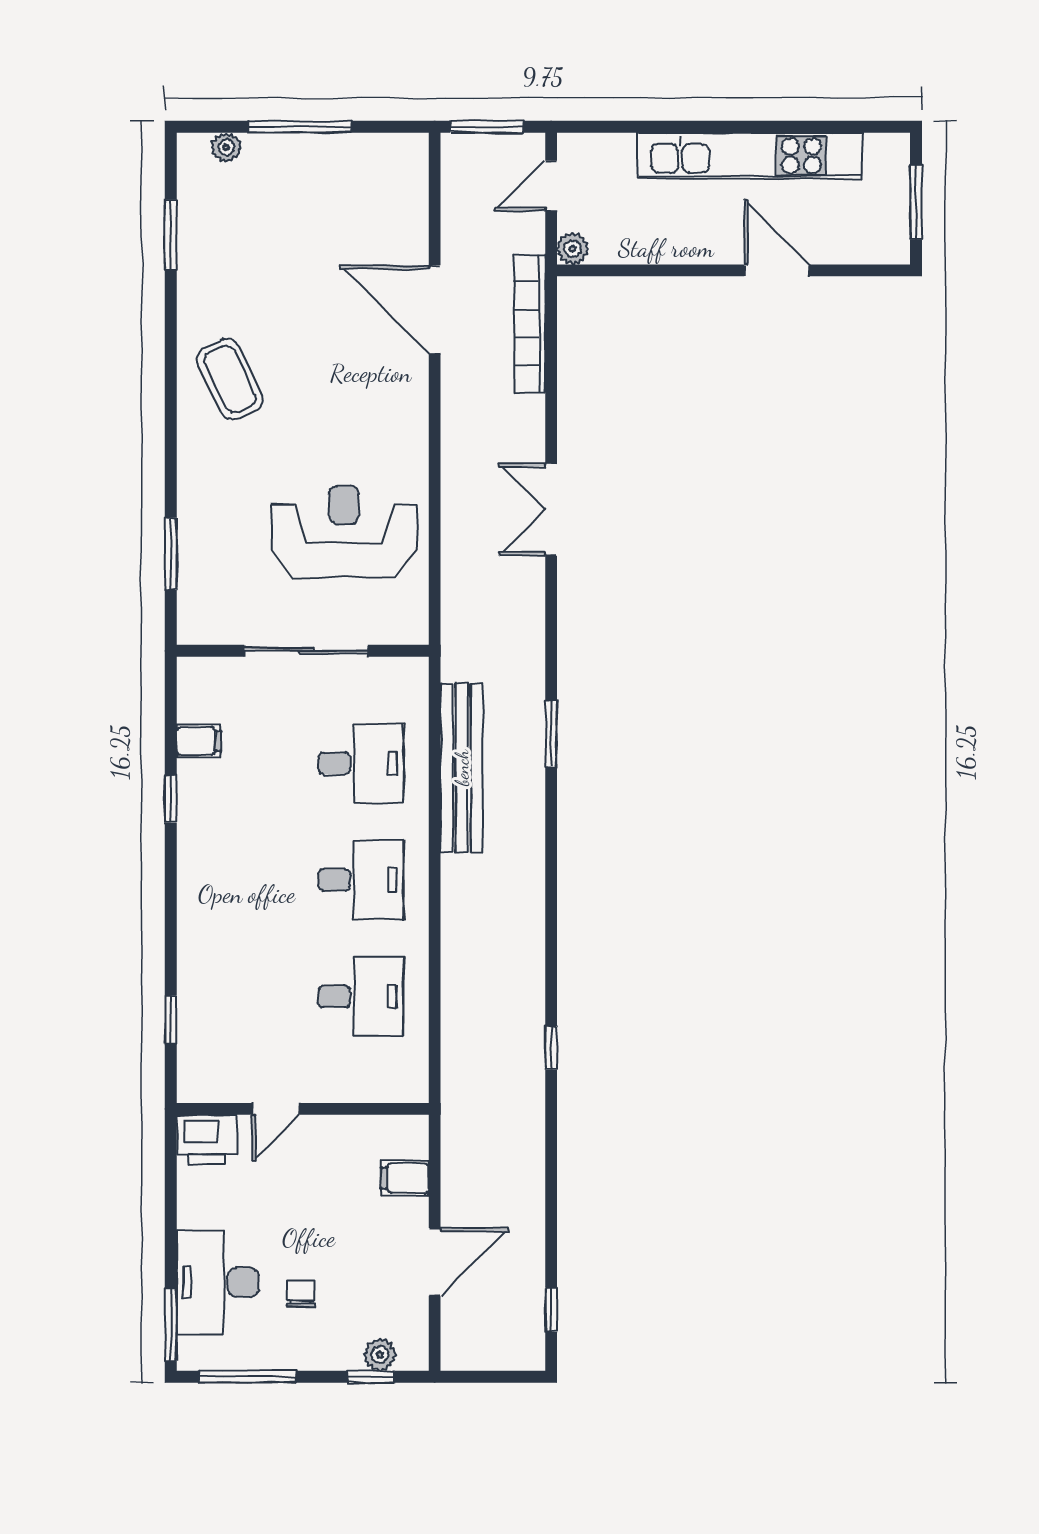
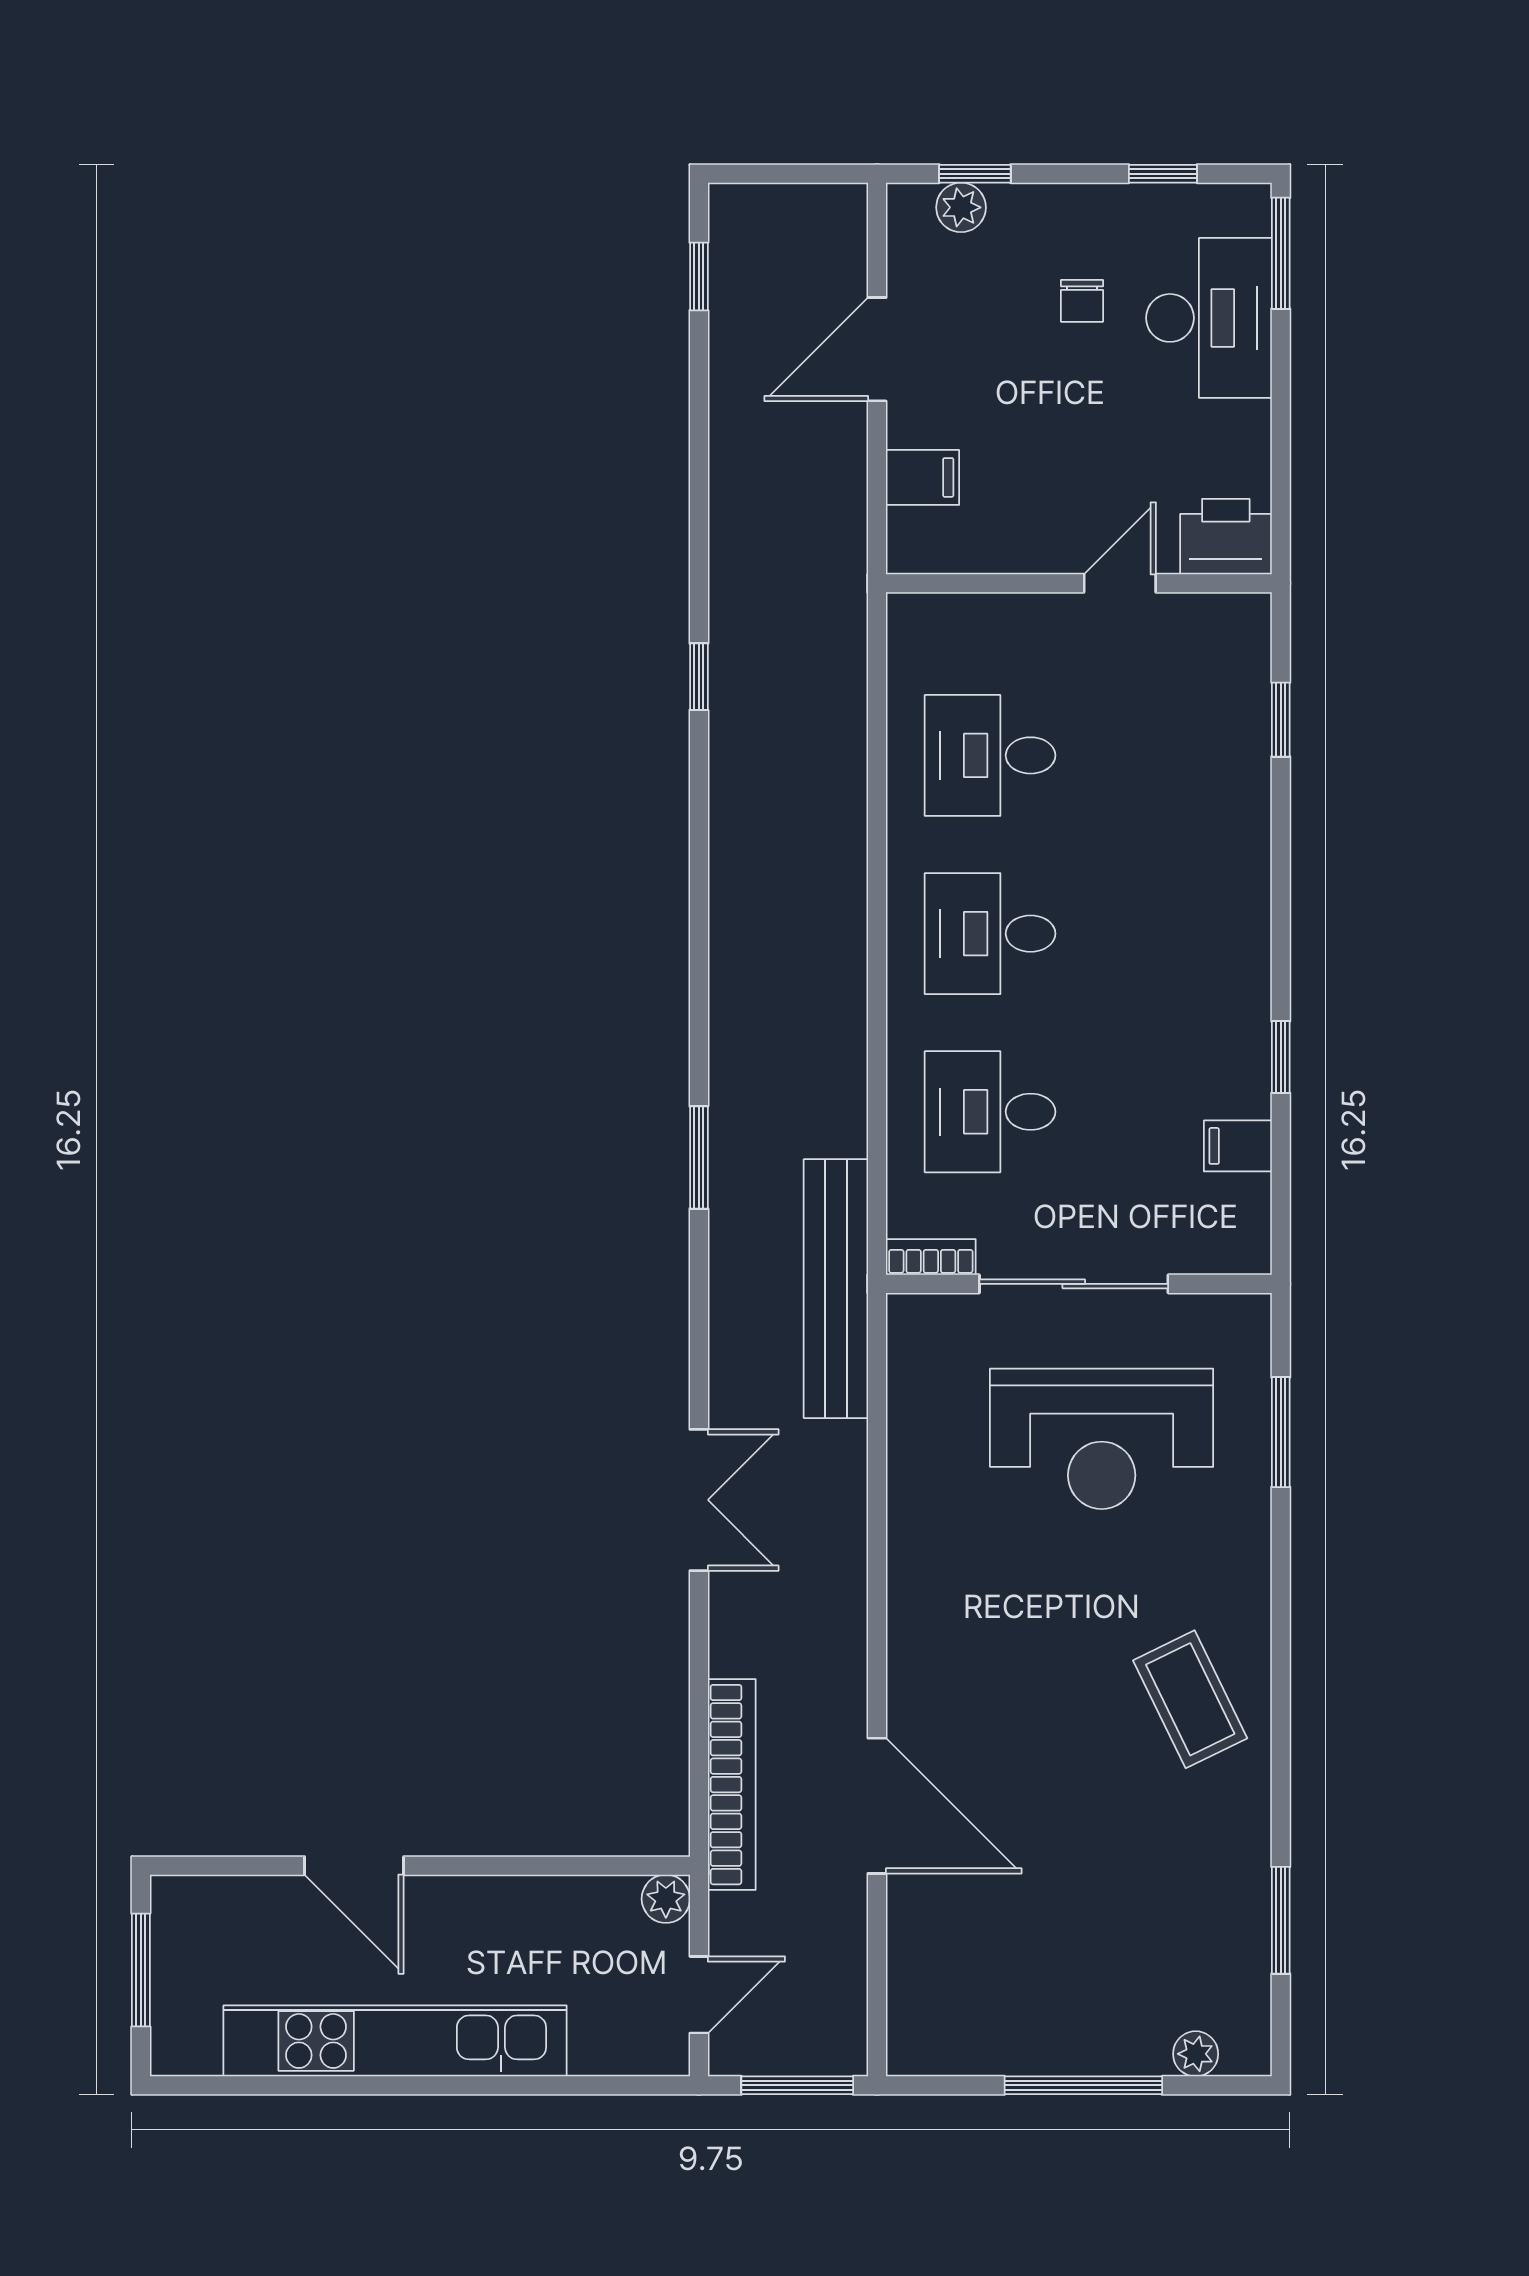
reception desk: (344, 532) -> (1102, 1439), moved
bookcase: (399, 668) -> (931, 1257), added
bench: (462, 768) -> (836, 1289), moved
window: (248, 1377) -> (1163, 174), width x0.46

